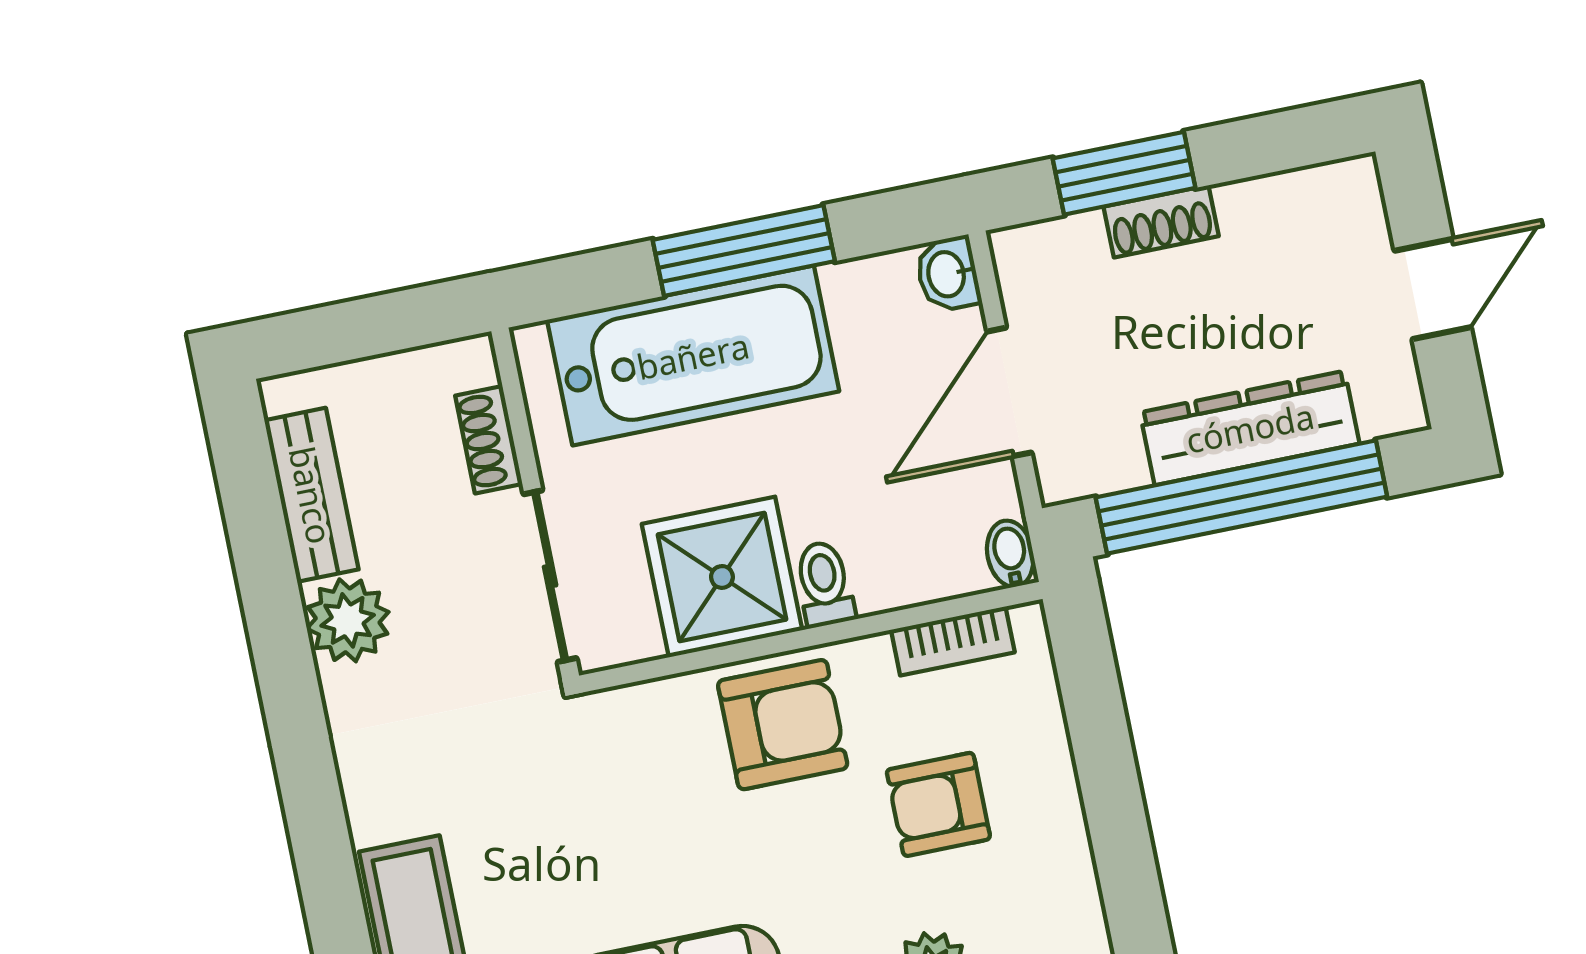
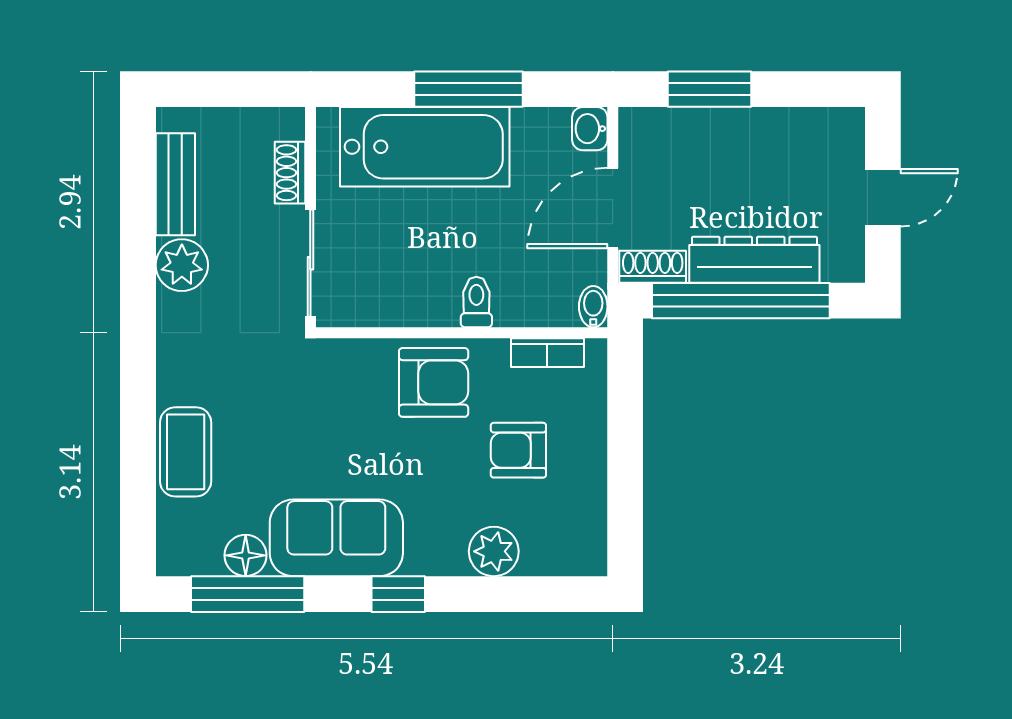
shoe rack: (1161, 221) -> (653, 267), moved, turned 180
shower: (722, 577) -> (415, 285), removed

